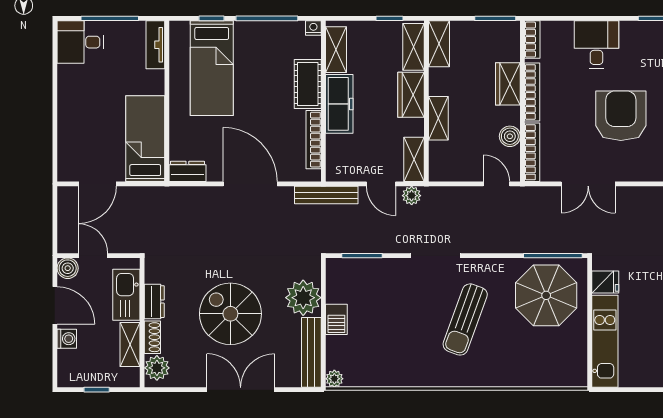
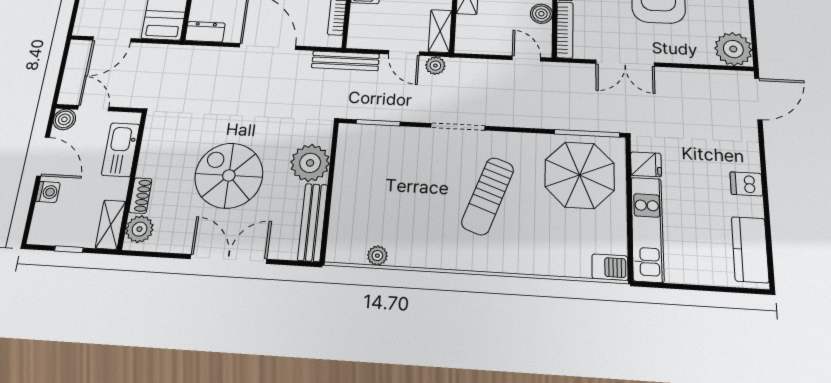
dresser: (154, 302) -> (149, 158), removed
barbecue: (336, 319) -> (610, 267), moved, turned -90
shelving: (130, 344) -> (111, 225), moved
plant: (334, 379) -> (377, 256), moved

